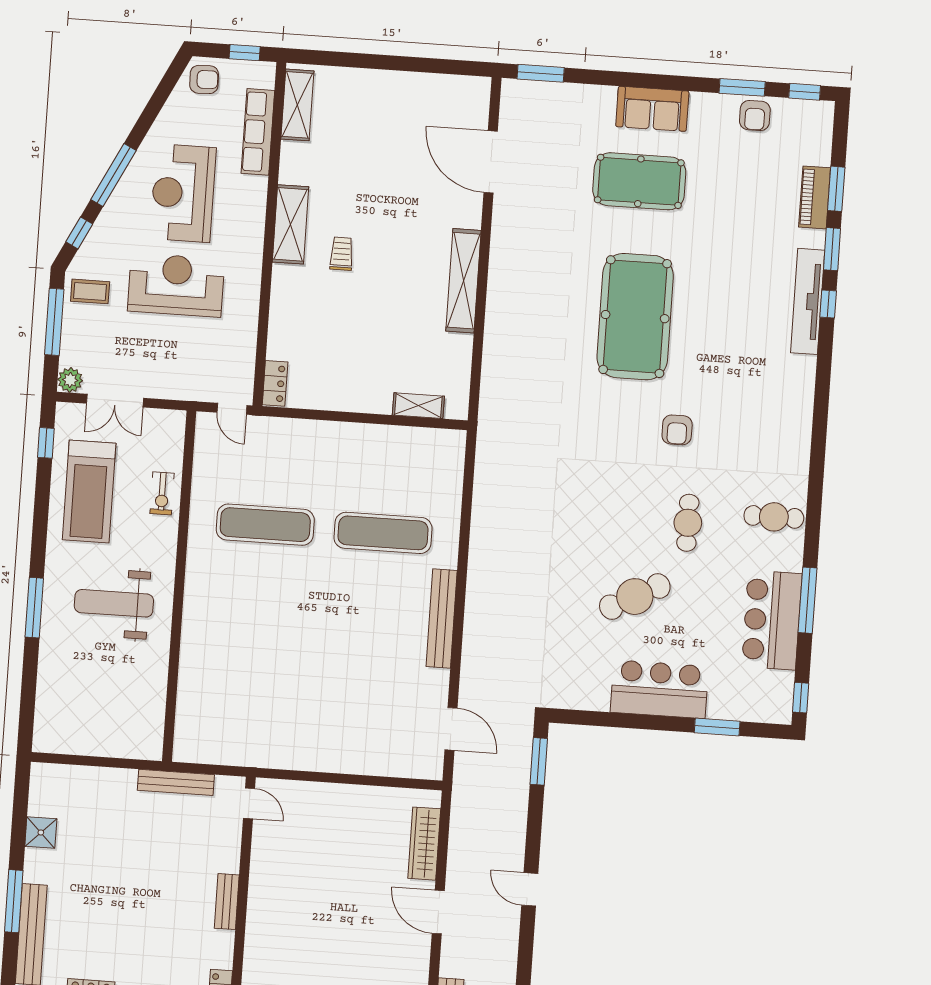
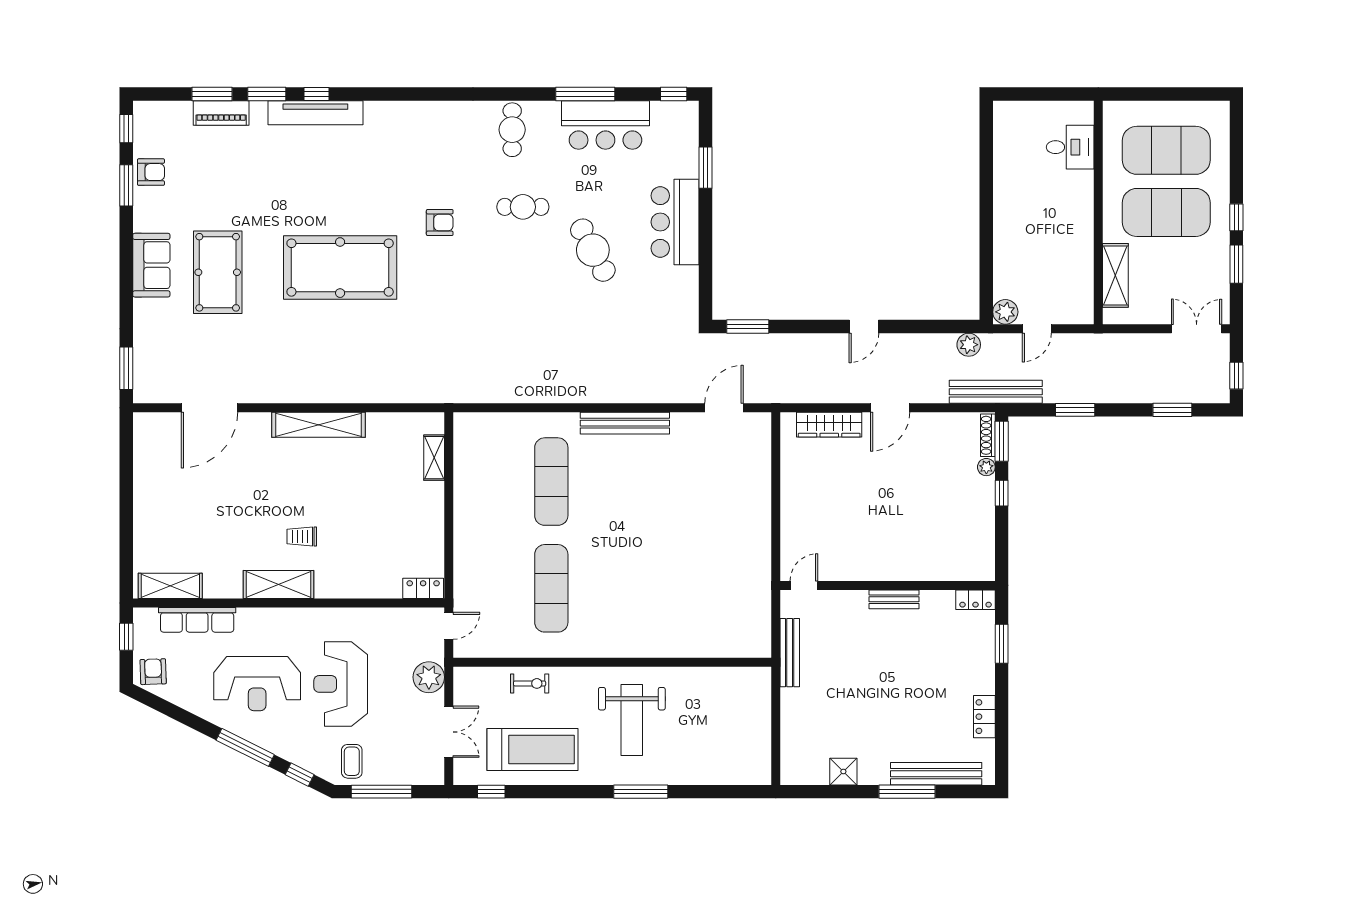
plant: (70, 380) -> (429, 677), moved, width x1.36, depth x1.36

